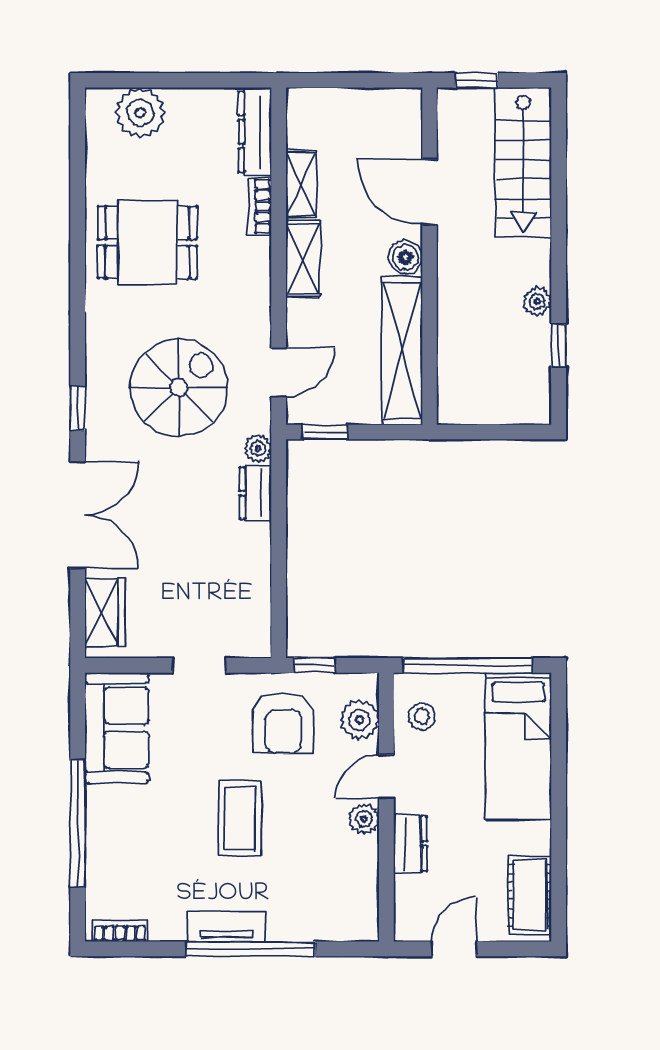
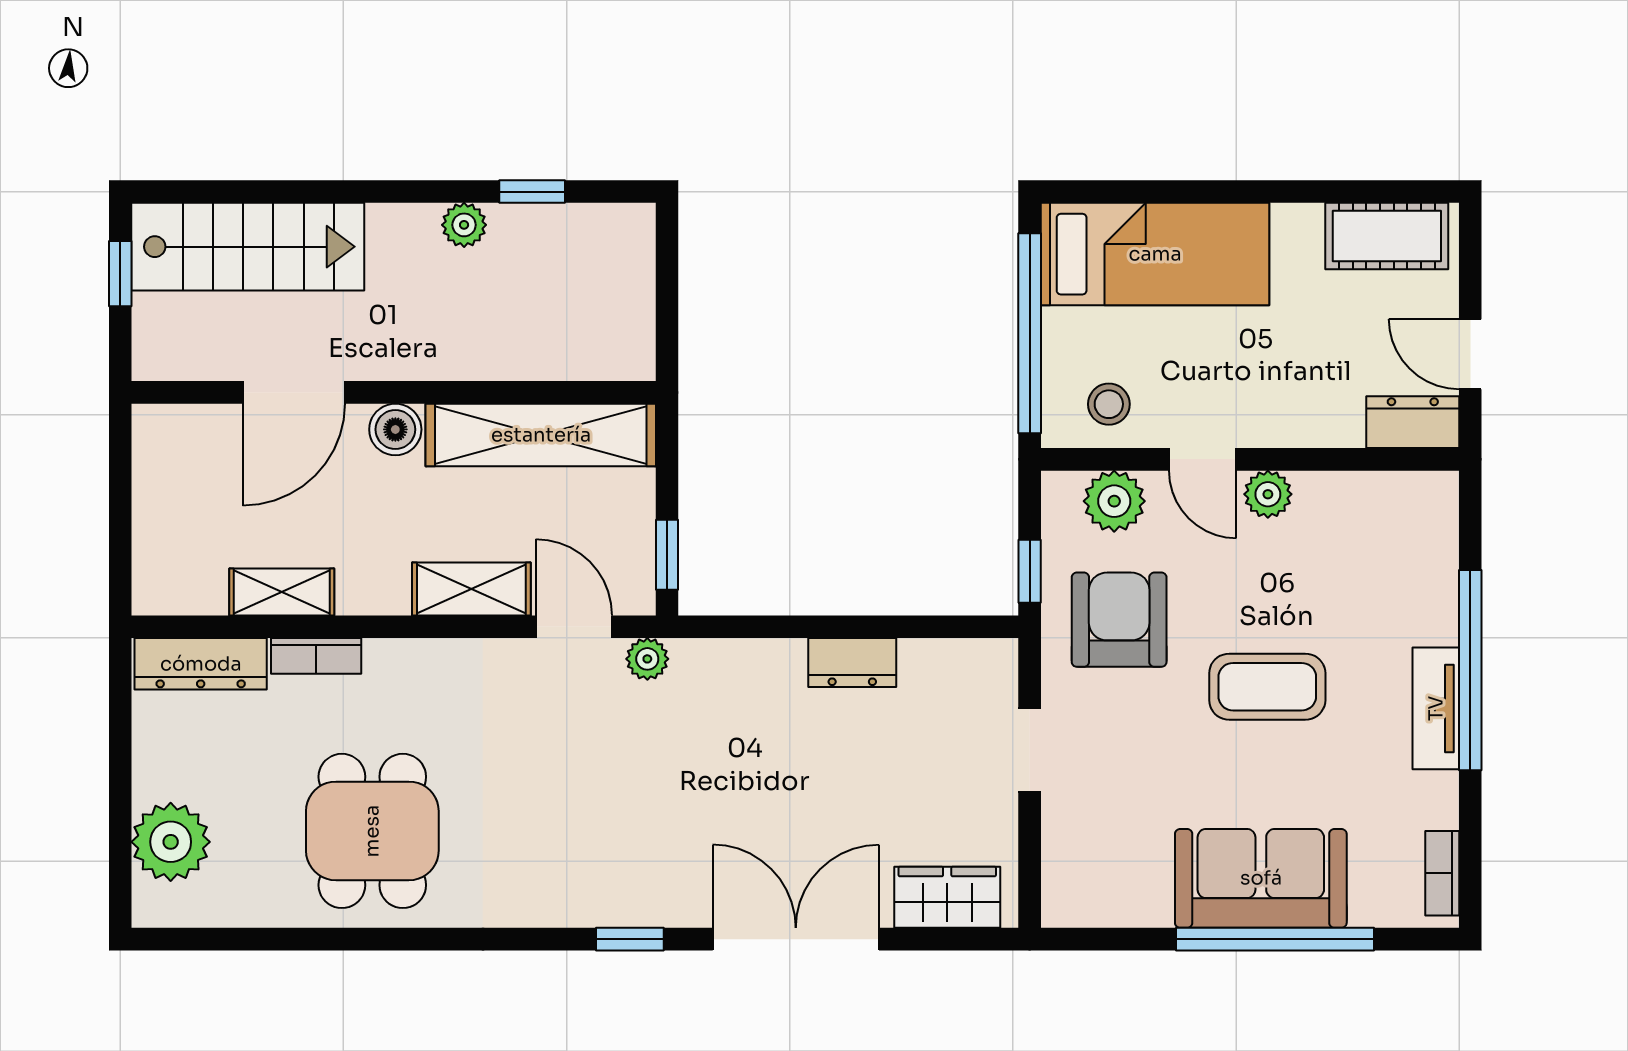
window: (477, 80) -> (120, 274), moved
shelving: (303, 259) -> (471, 589), moved
spiral stairs: (179, 388) -> (598, 782), removed
plant: (258, 449) -> (647, 659), moved
dresser: (256, 493) -> (852, 663), moved
armchair: (283, 723) -> (1119, 620), turned -90
sofa: (117, 728) -> (1261, 878), moved
dresser: (410, 844) -> (1413, 422), moved

